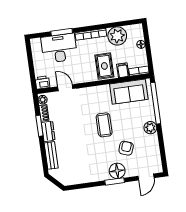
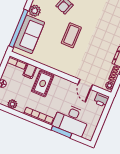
plant: (117, 36) -> (12, 104), width x0.53, depth x0.53
sofa: (129, 92) -> (29, 34), moved, turned 90

